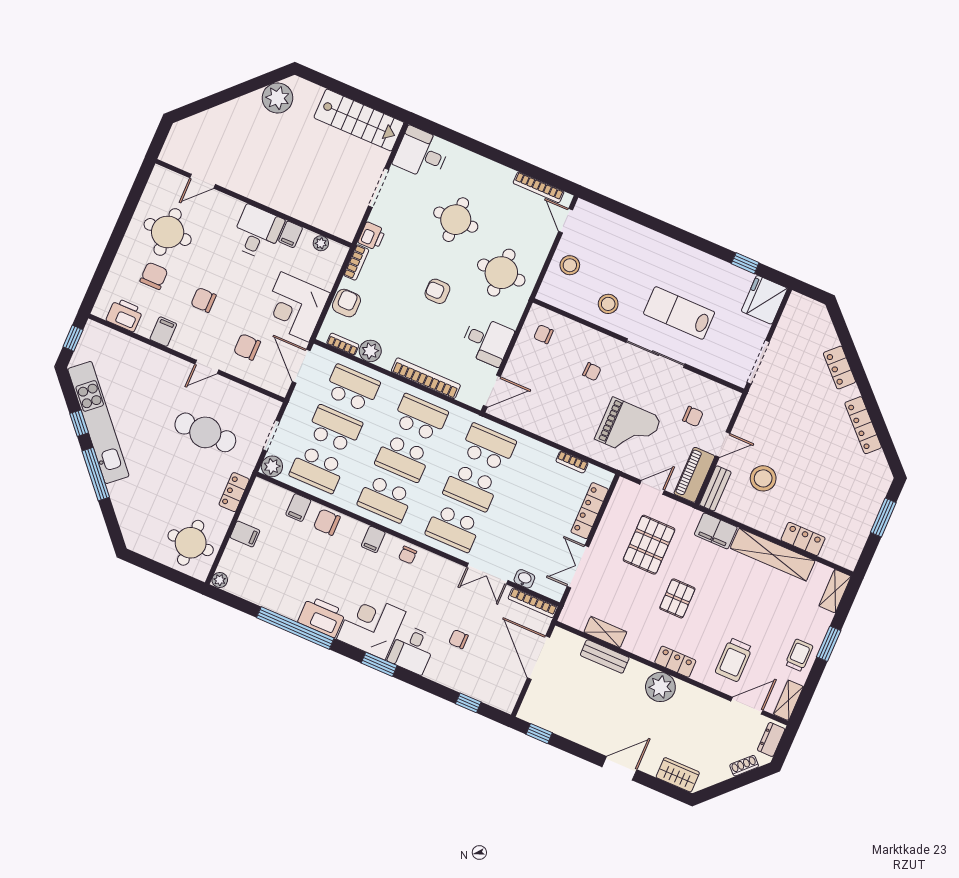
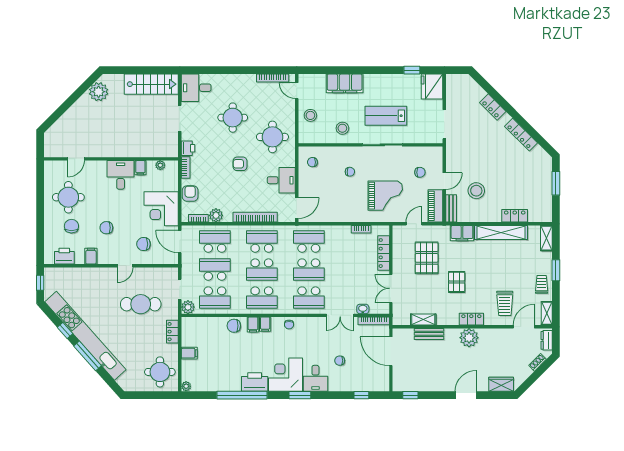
filing cabinet: (639, 240) -> (345, 83), added
kitchen unit: (98, 422) -> (85, 336), width x1.36
filing cabinet: (298, 508) -> (253, 324), moved

